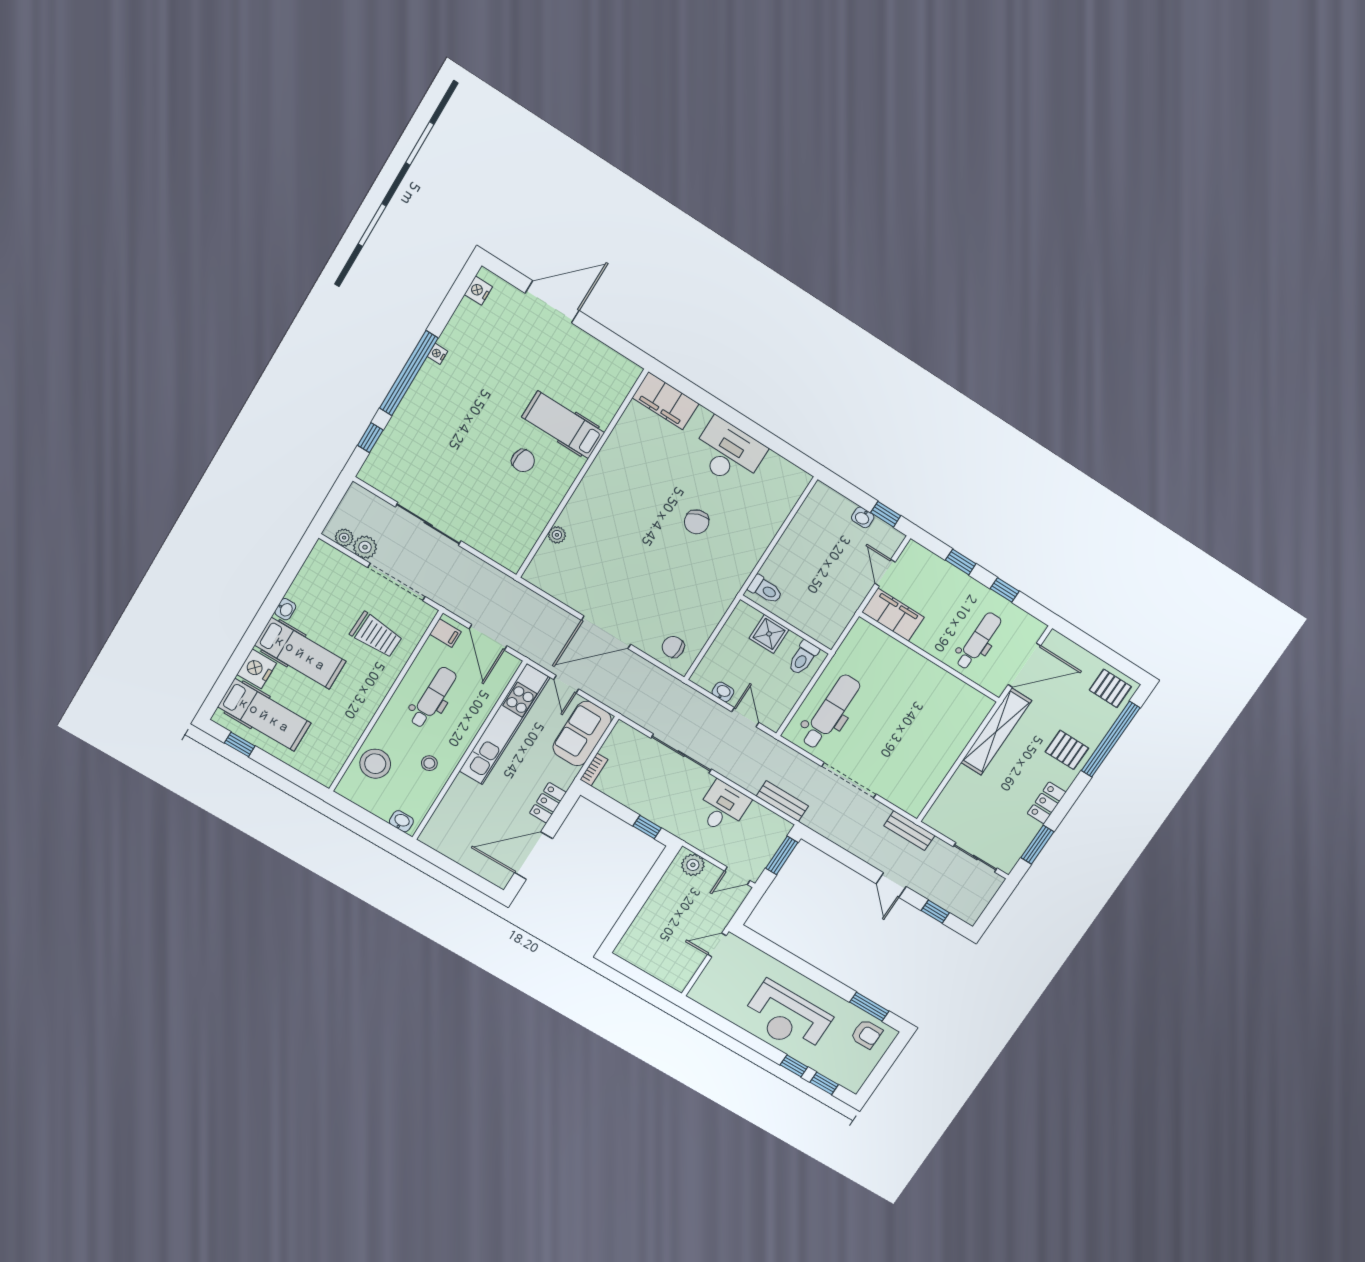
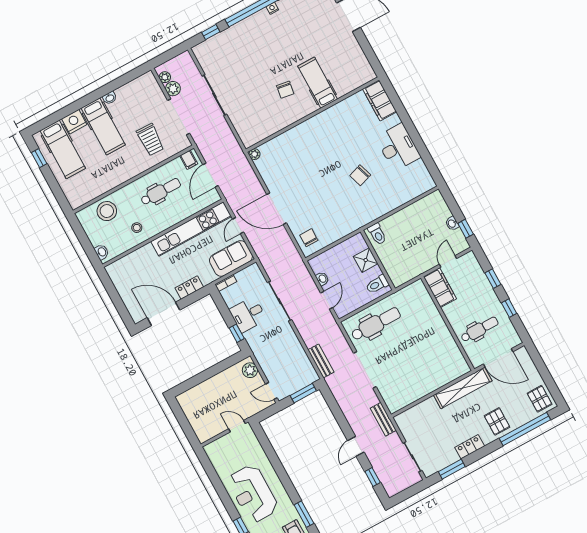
plant: (557, 535) -> (254, 154), moved
desk: (723, 807) -> (248, 314), moved, turned 180

